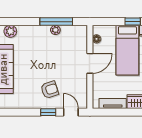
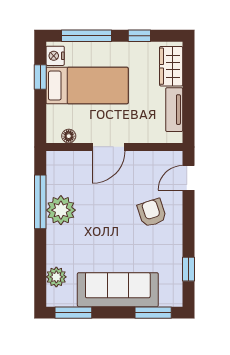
plant: (55, 30) -> (61, 210), width x1.87, depth x1.87
door: (90, 63) -> (109, 147), swing flipped
window: (48, 112) -> (188, 269), moved

